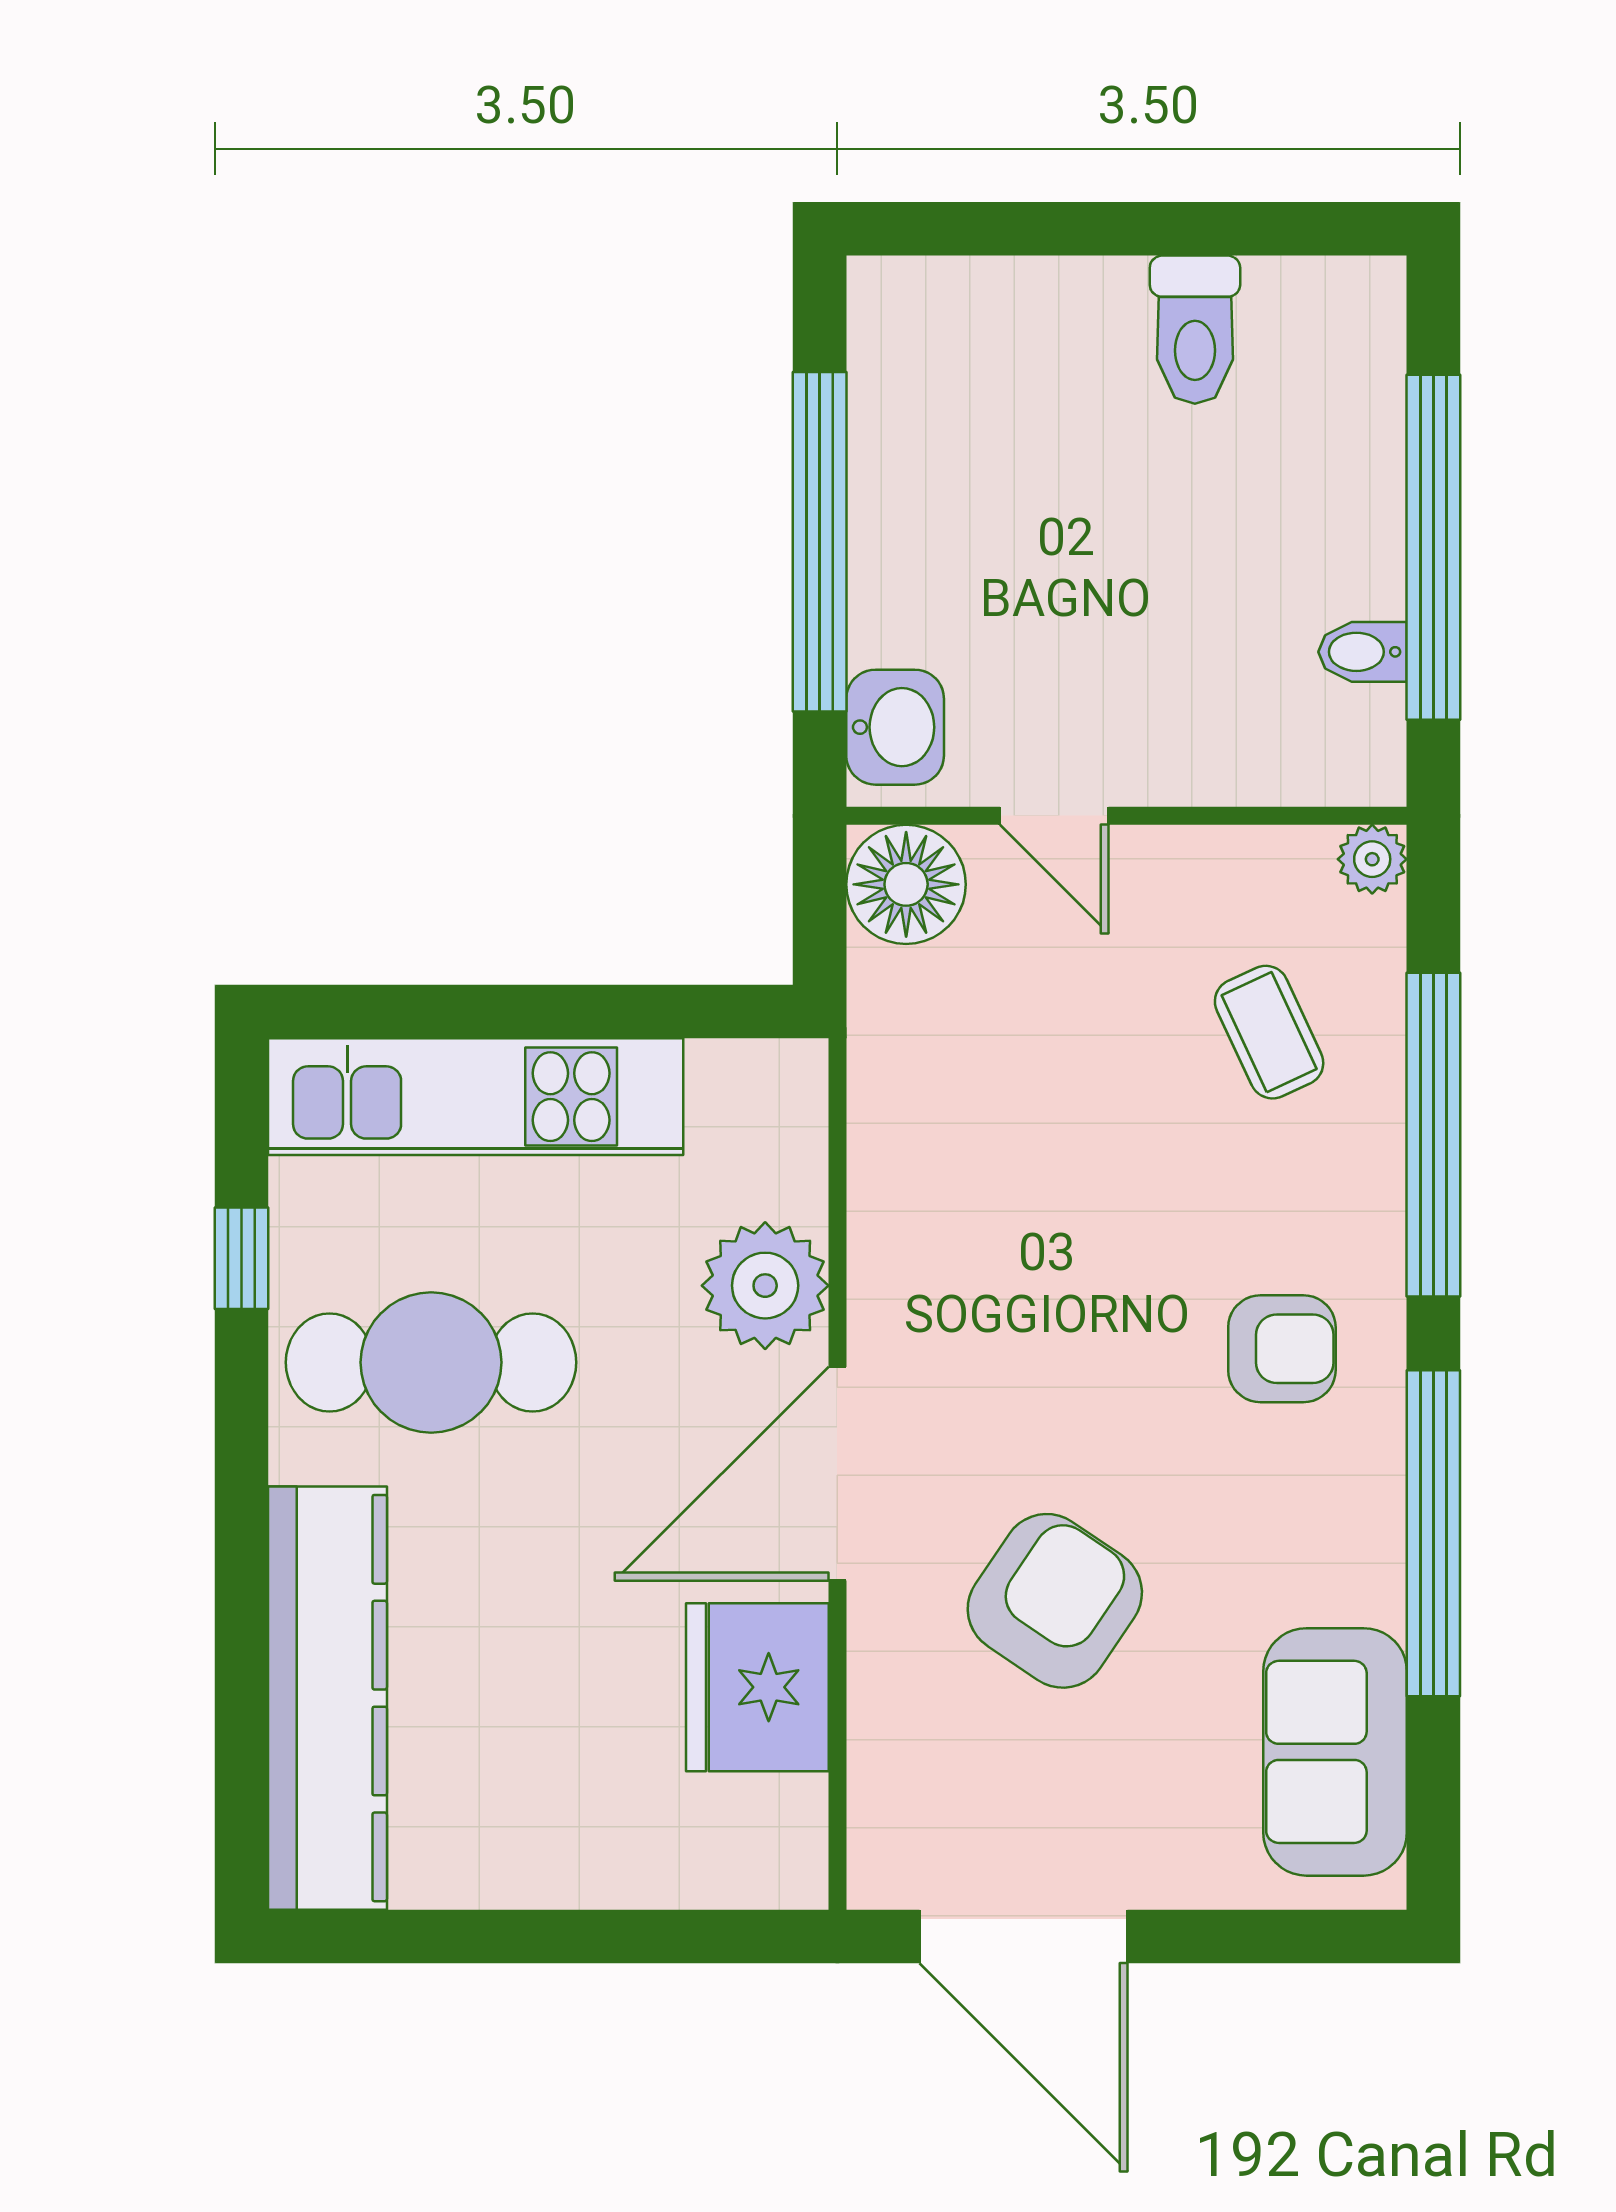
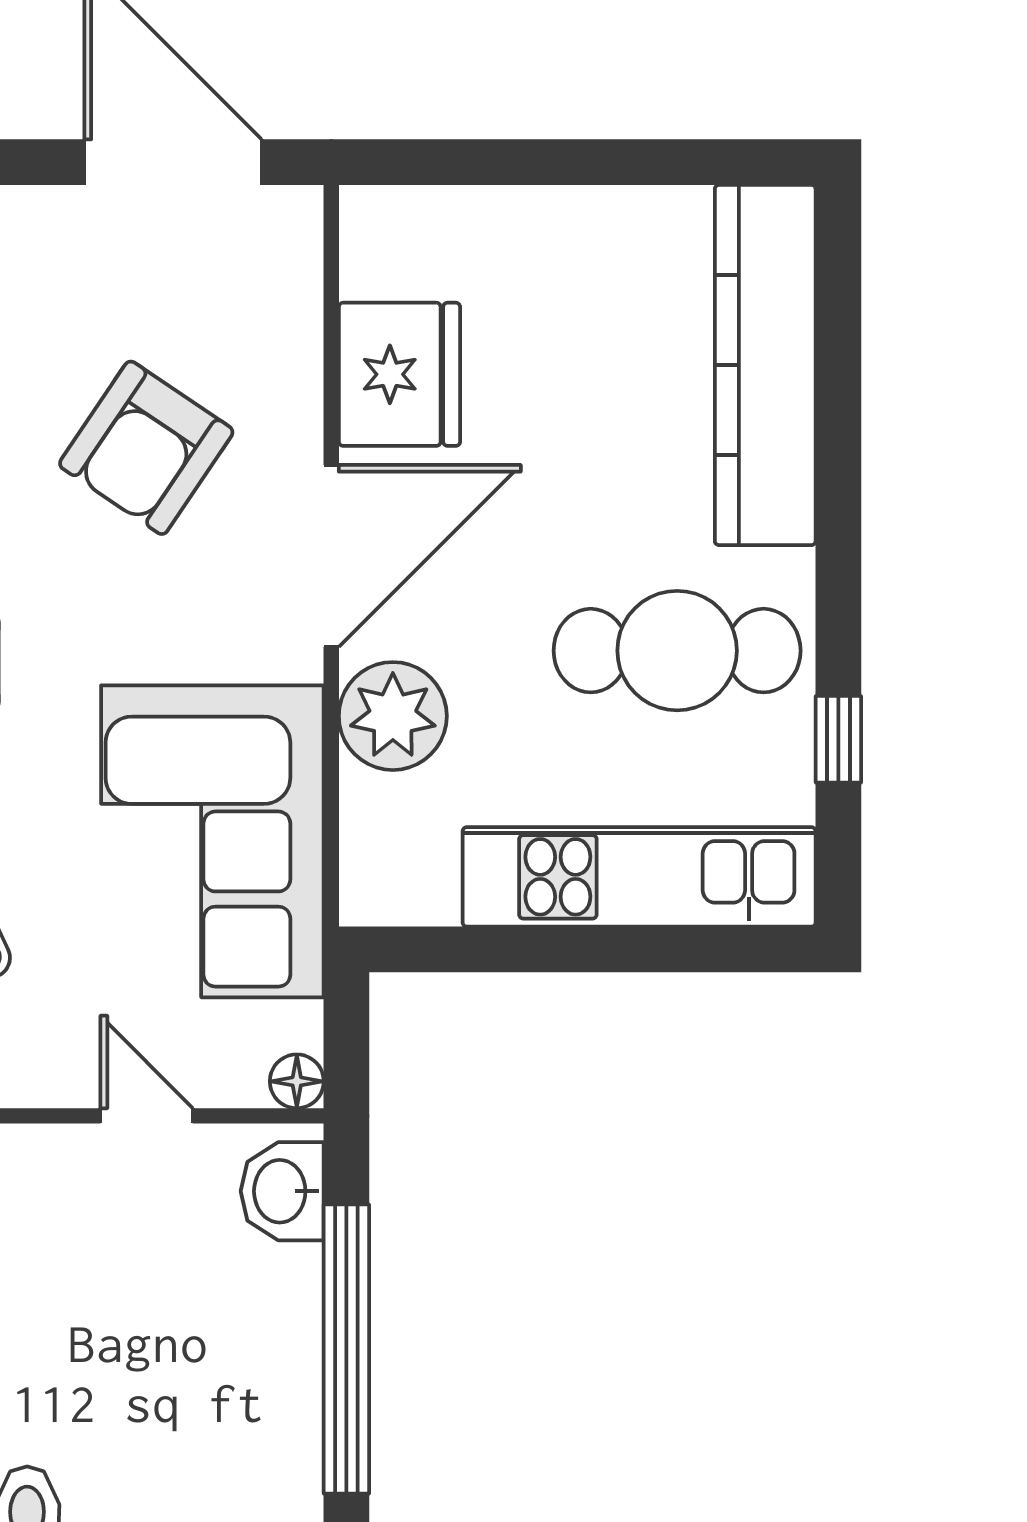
floor lamp: (906, 884) -> (297, 1081), width x0.53, depth x0.53
corner sofa: (977, 1138) -> (212, 841), added

